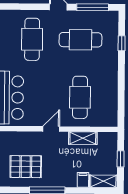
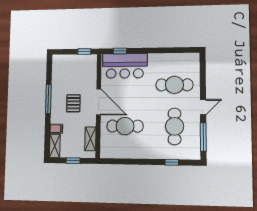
door: (51, 129) -> (99, 102), width x1.88
shelving: (83, 138) -> (90, 139), moved
pallet: (26, 167) -> (73, 103), moved, width x0.67, depth x0.71

